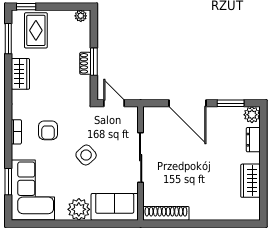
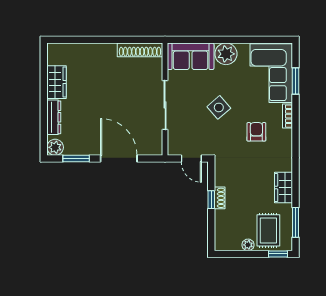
plant: (81, 16) -> (248, 245), moved
window: (94, 62) -> (211, 200), width x0.67
bookcase: (16, 132) -> (288, 116), moved
dresser: (253, 140) -> (54, 117), width x1.44

